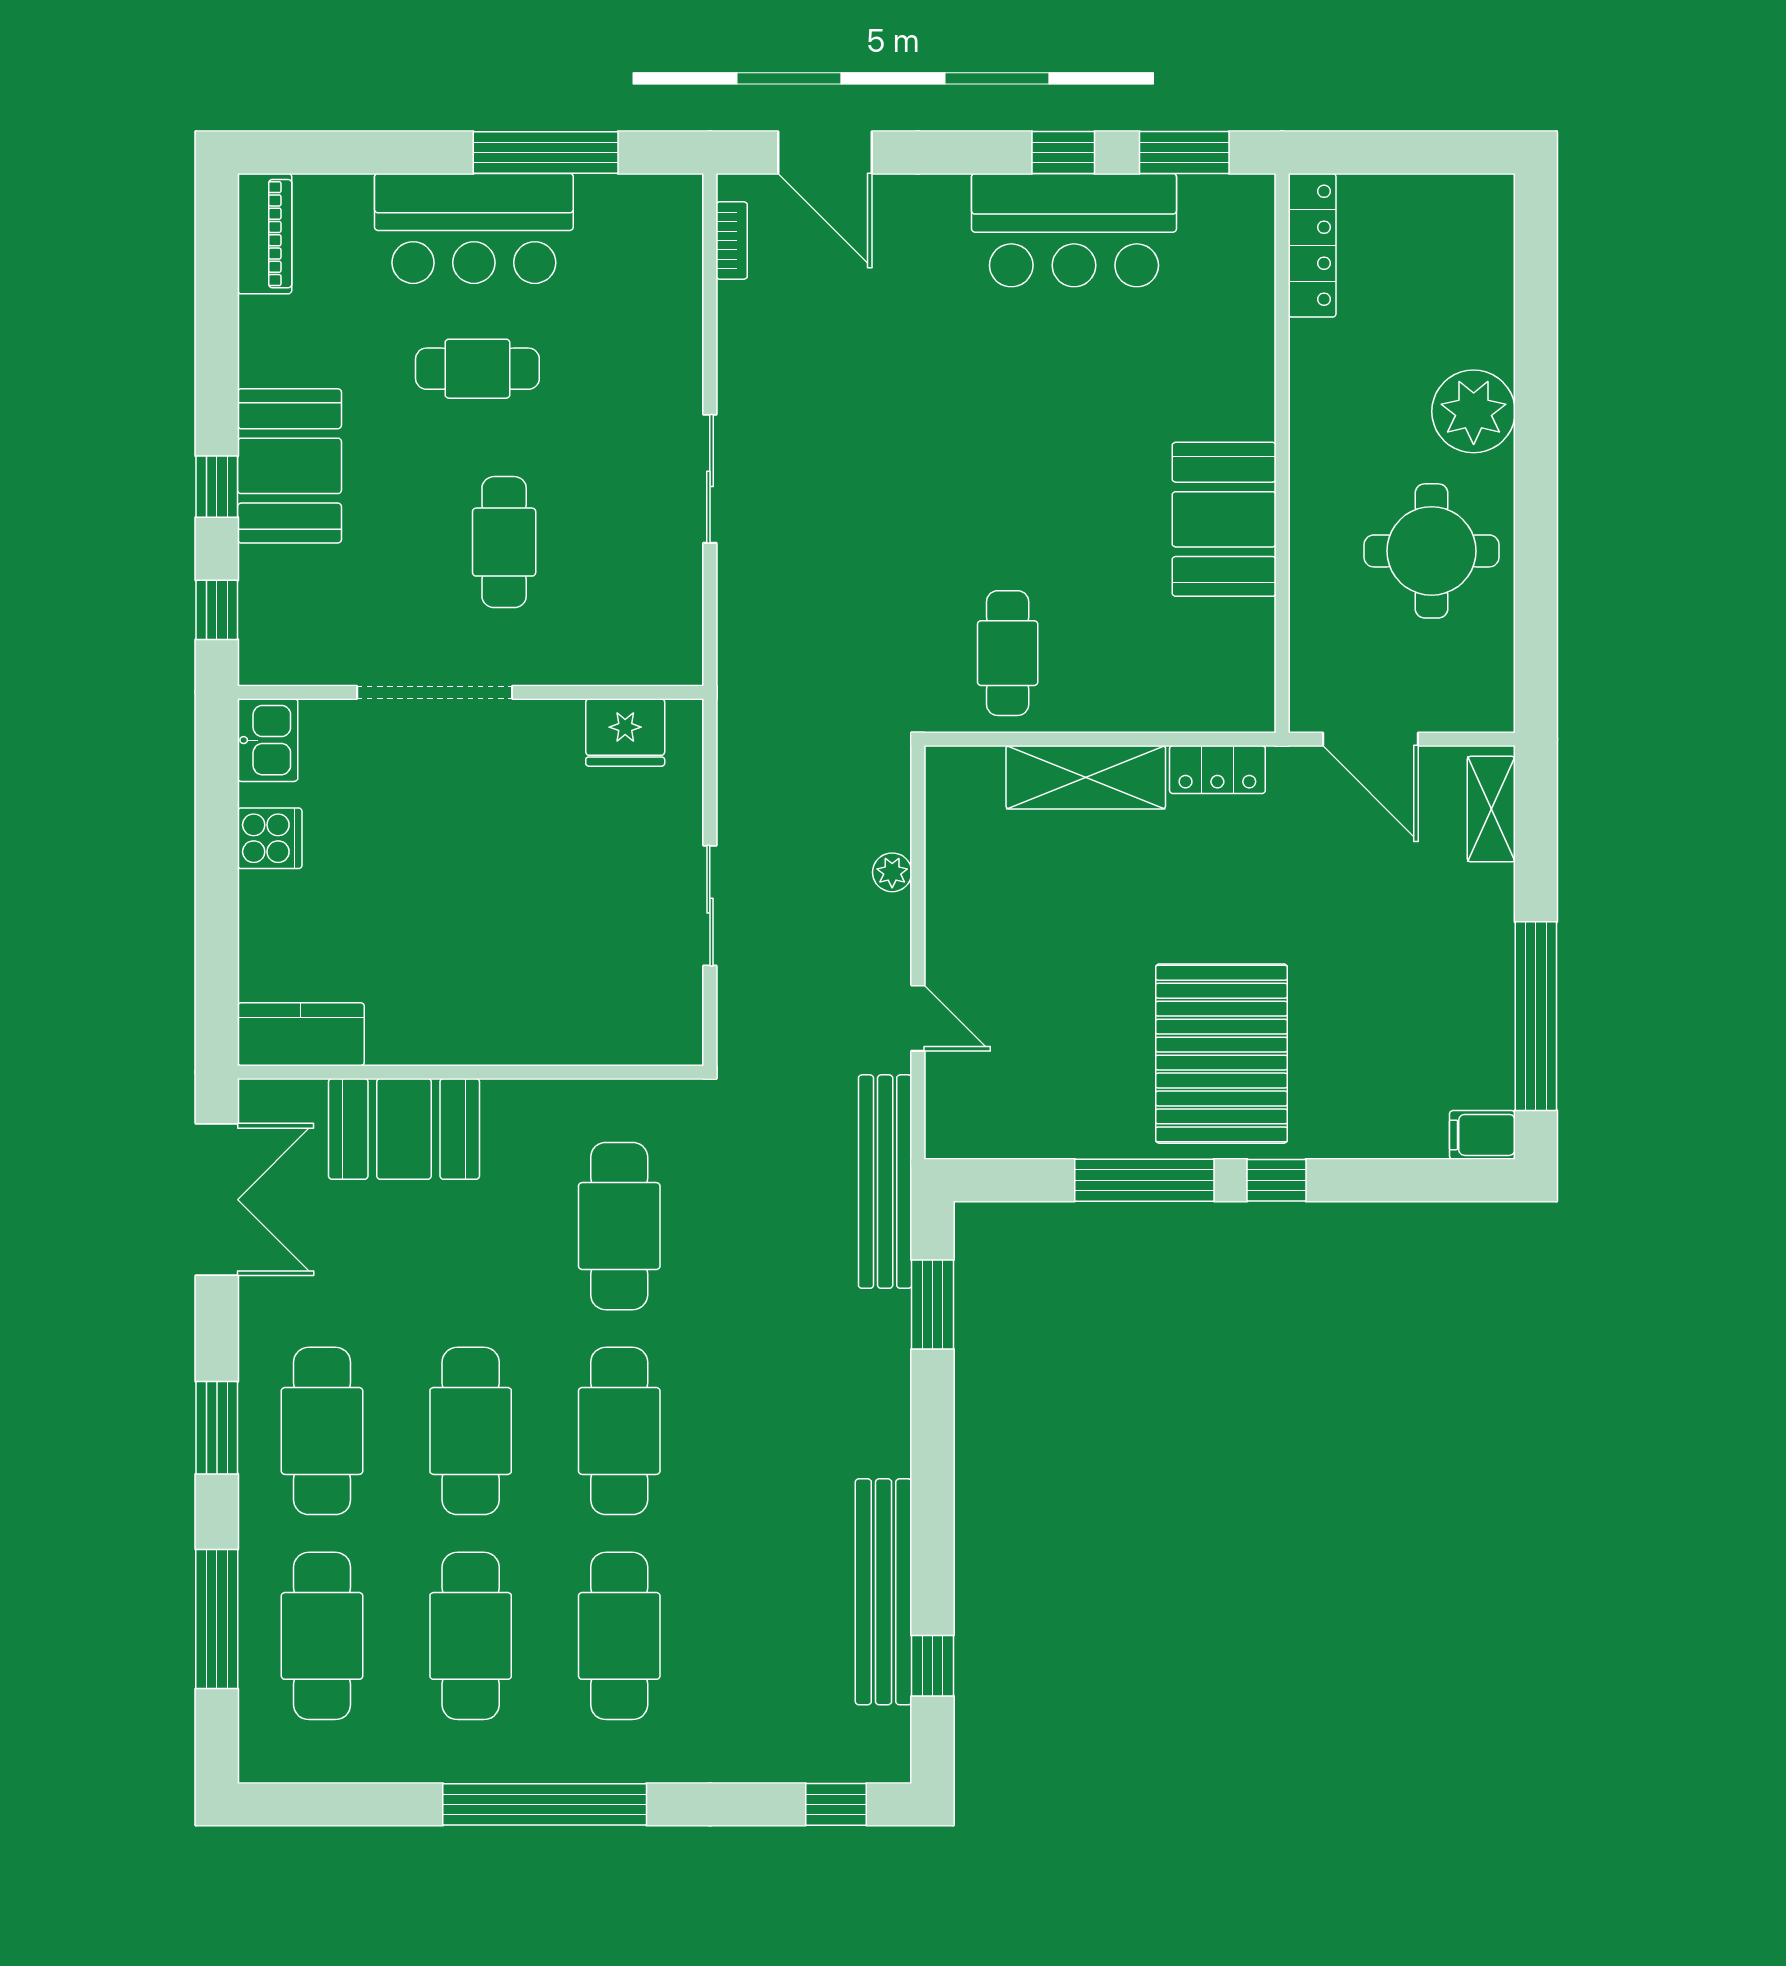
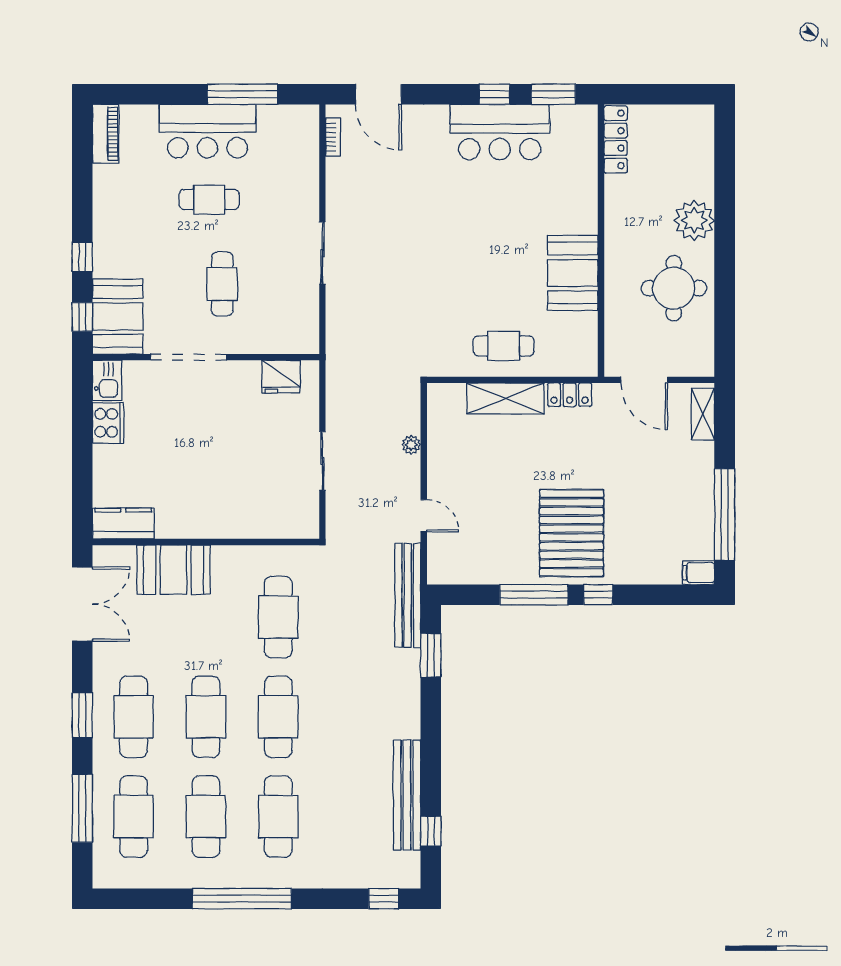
booth: (289, 466) -> (118, 316), moved
cafe table: (1008, 653) -> (504, 346), moved, turned 90
cooker: (270, 838) -> (108, 423), width x1.36

